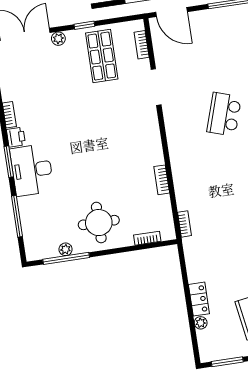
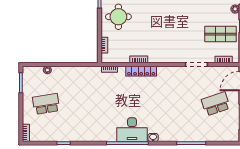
school desk: (224, 114) -> (216, 104), moved, turned -36
locker: (199, 299) -> (141, 71), moved, width x1.53

